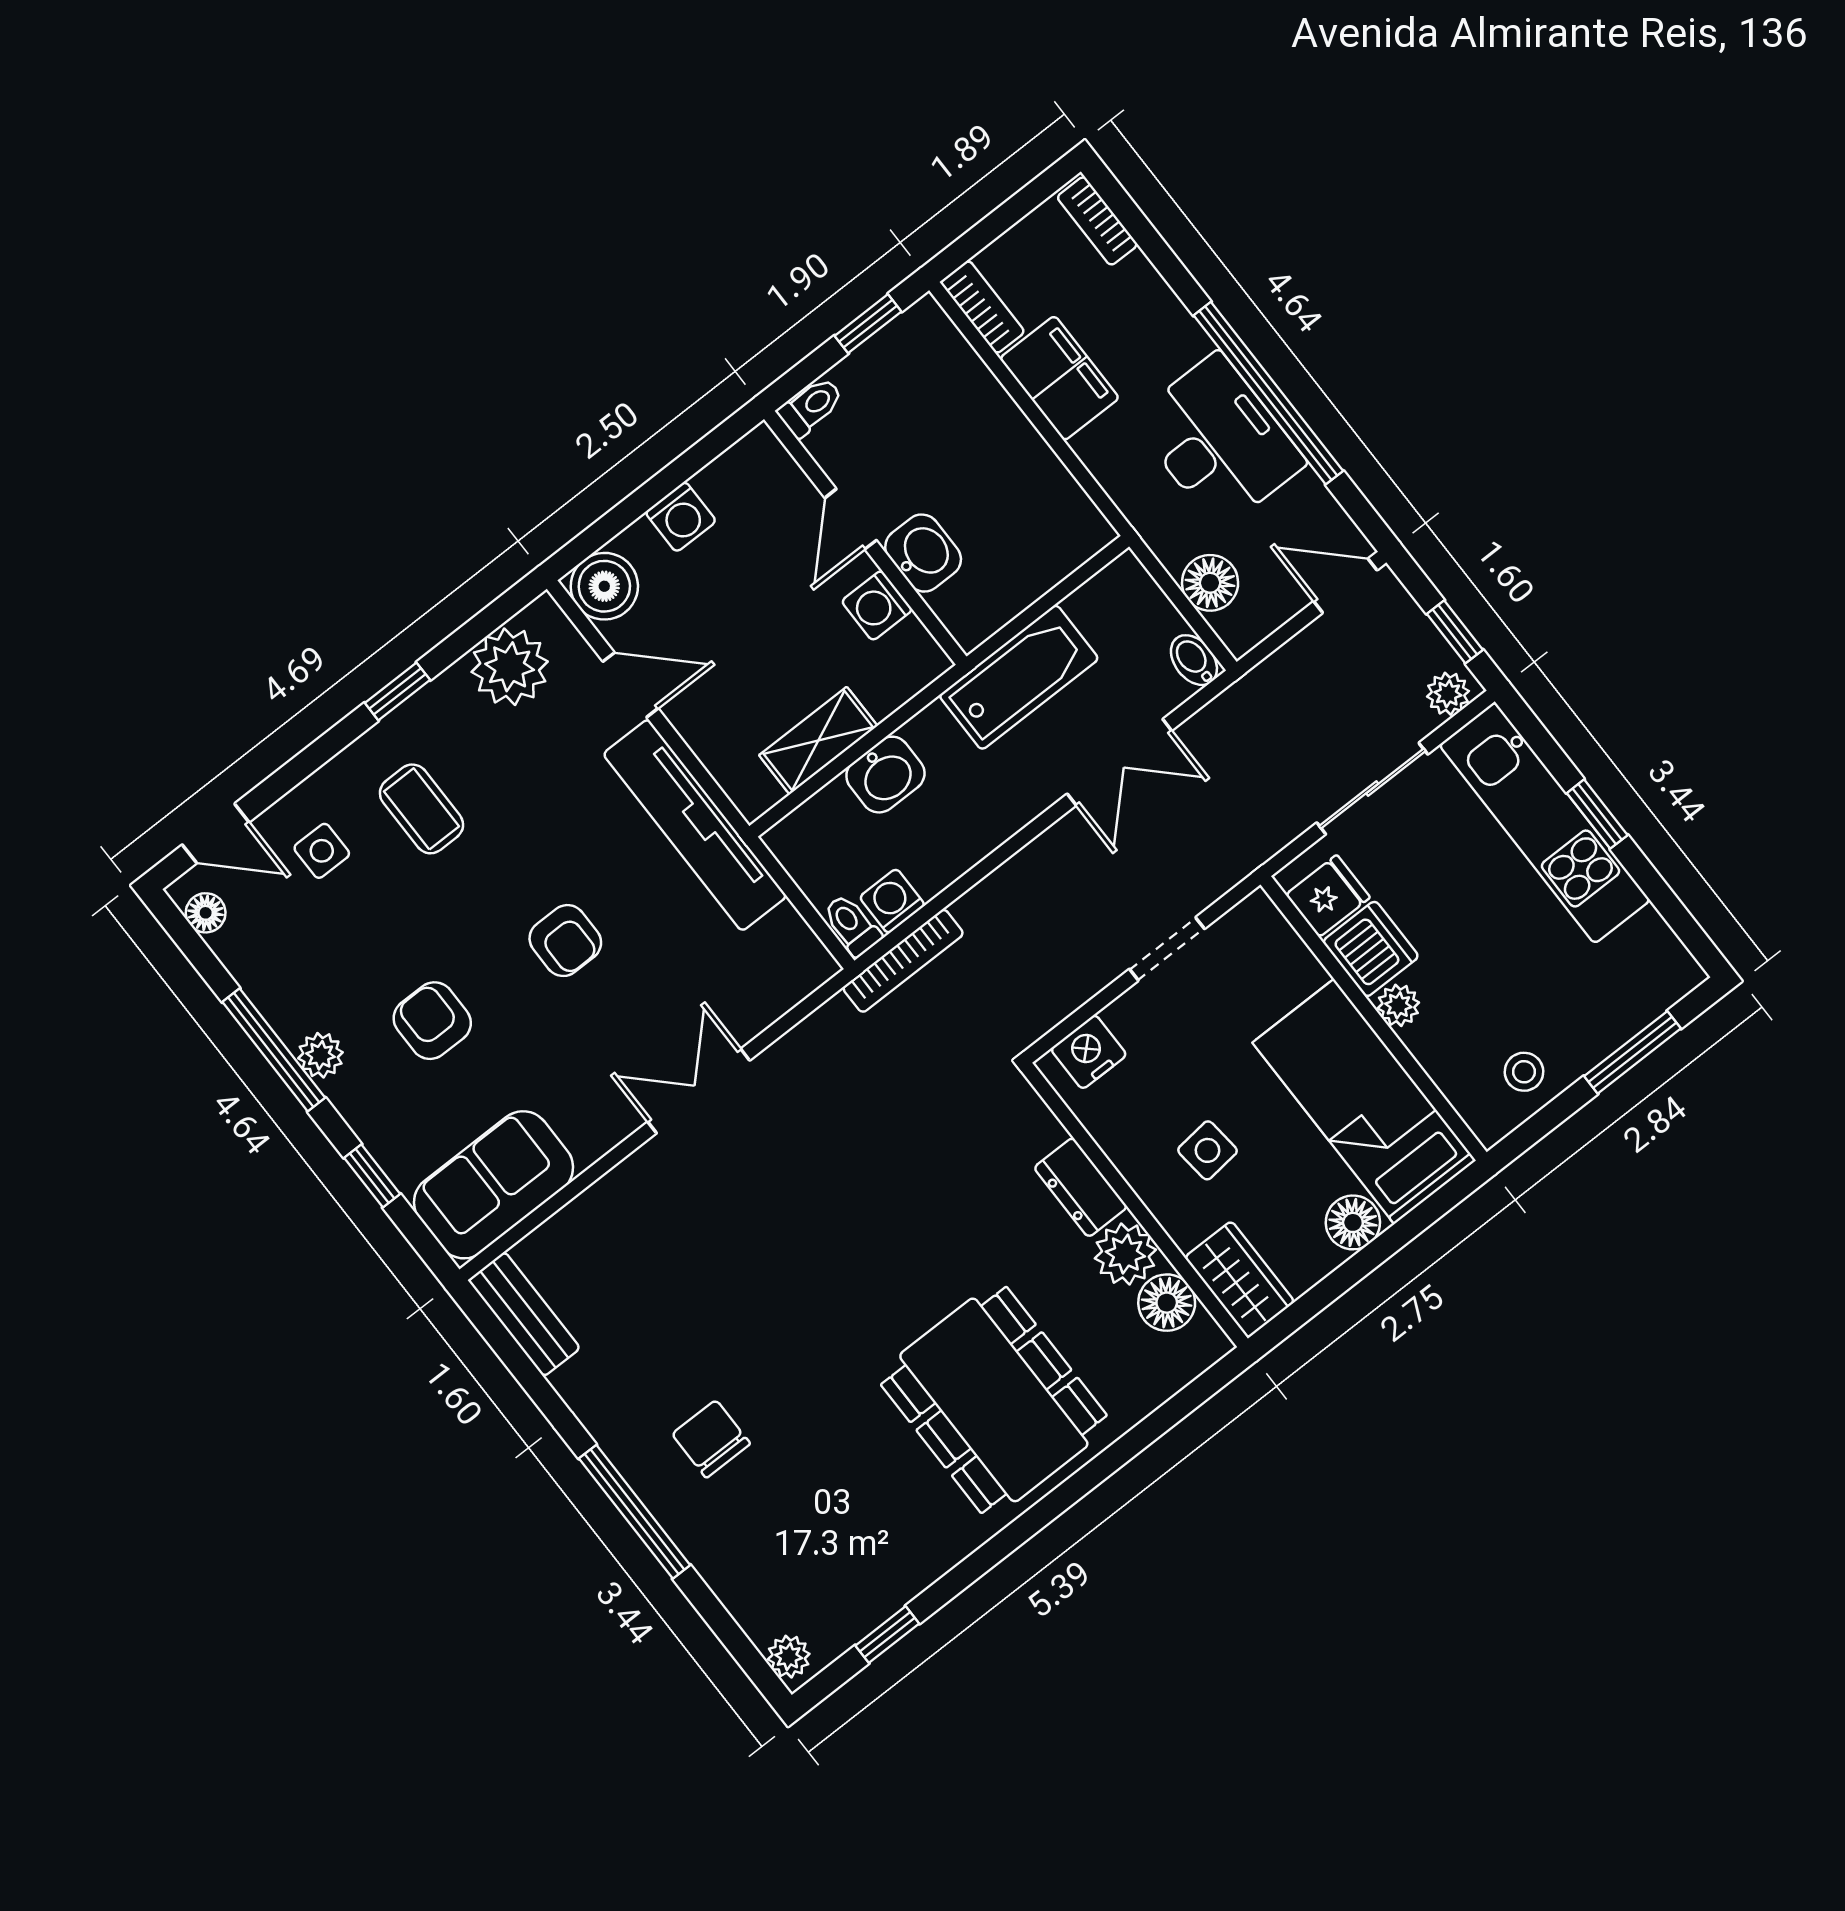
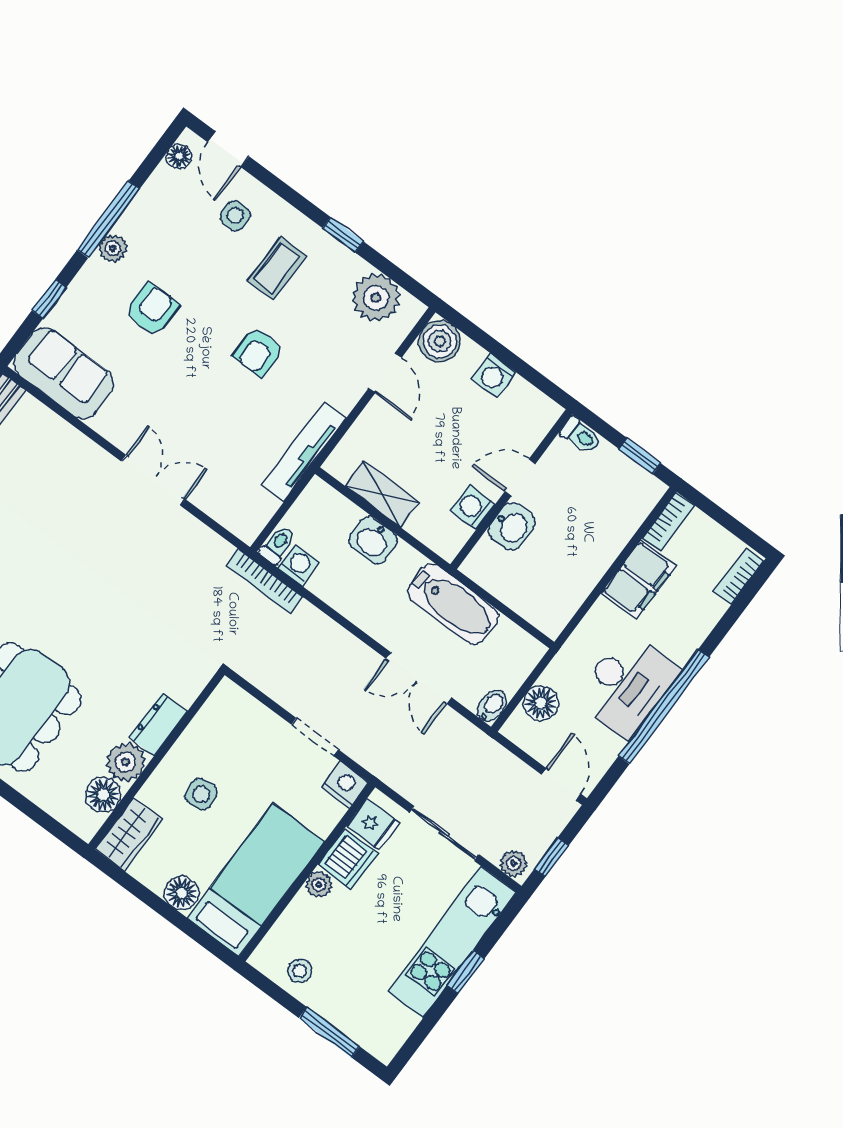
tv unit: (695, 825) -> (304, 452), width x0.73, depth x0.78
armchair: (565, 941) -> (258, 352), moved
nightstand: (1089, 1052) -> (345, 785), moved

